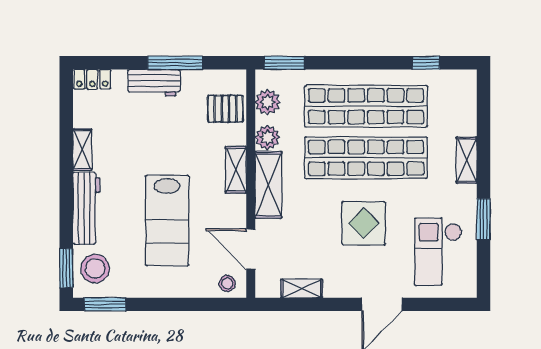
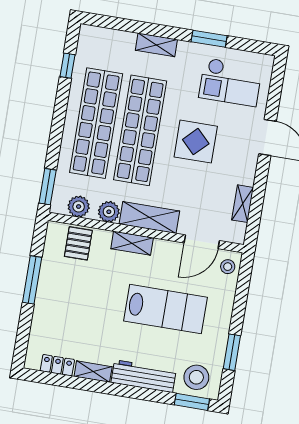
locker: (92, 79) -> (57, 365), moved, turned -90
workbench: (154, 83) -> (46, 301), removed
window: (105, 304) -> (232, 352), moved

